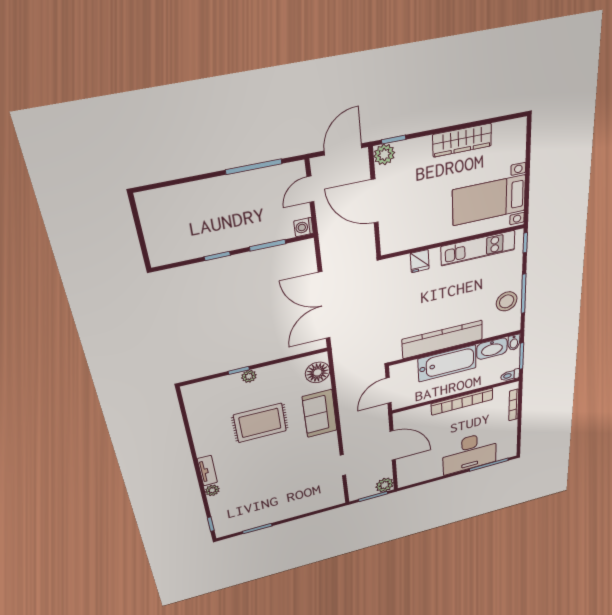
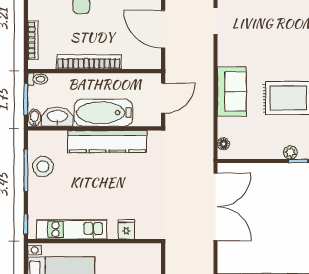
floor lamp: (318, 372) -> (223, 144), width x0.53, depth x0.53

